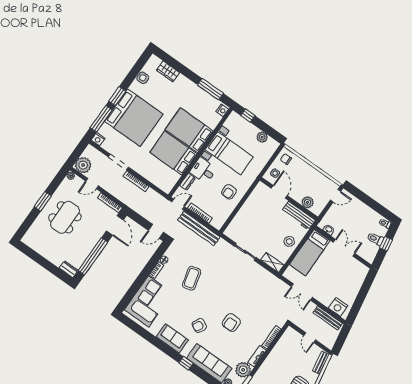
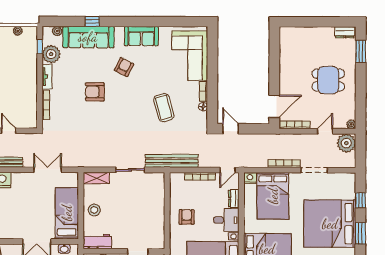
window: (101, 119) -> (360, 200), width x0.46
nightstand: (98, 139) -> (250, 178), moved
bed: (173, 153) -> (273, 196), moved, turned 90
window: (43, 201) -> (361, 51), moved
workbench: (299, 216) -> (97, 241), width x0.73
dining table: (65, 217) -> (328, 80), width x0.73
door: (115, 225) -> (274, 106), swing flipped
bench: (199, 228) -> (172, 161), moved
door: (156, 231) -> (231, 129), hinge flipped
window: (93, 256) -> (274, 61), removed
dresser: (69, 269) -> (345, 32), moved
armchair: (231, 323) -> (95, 92), turned -90
window: (186, 363) -> (92, 21), moved

